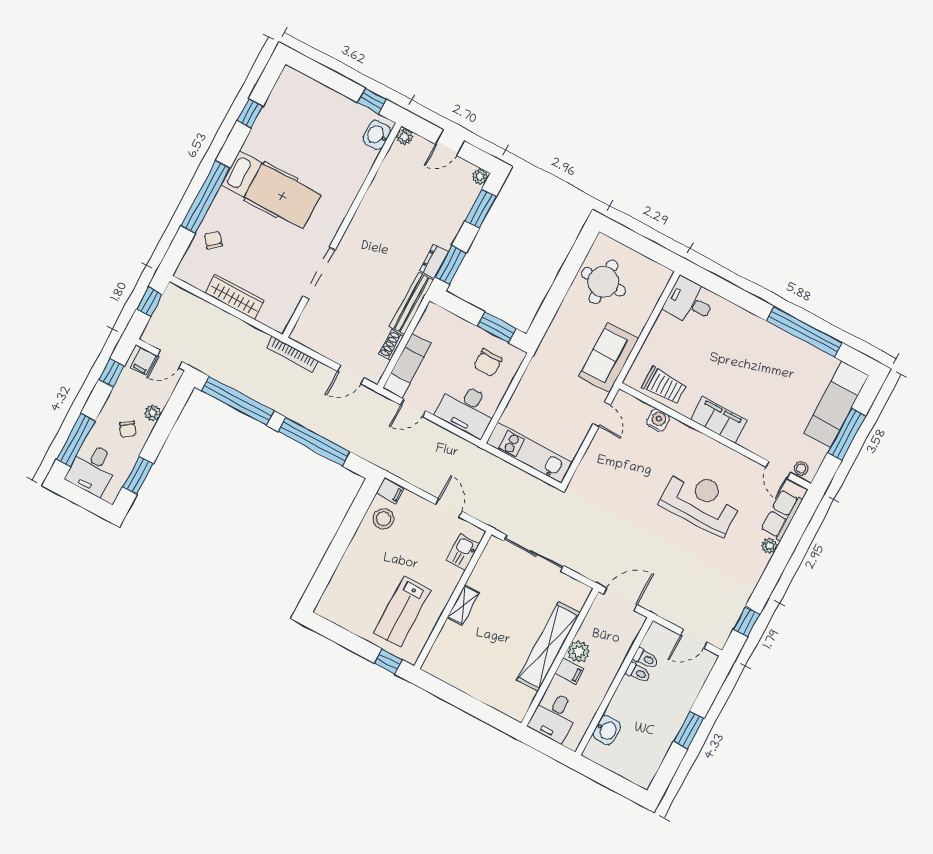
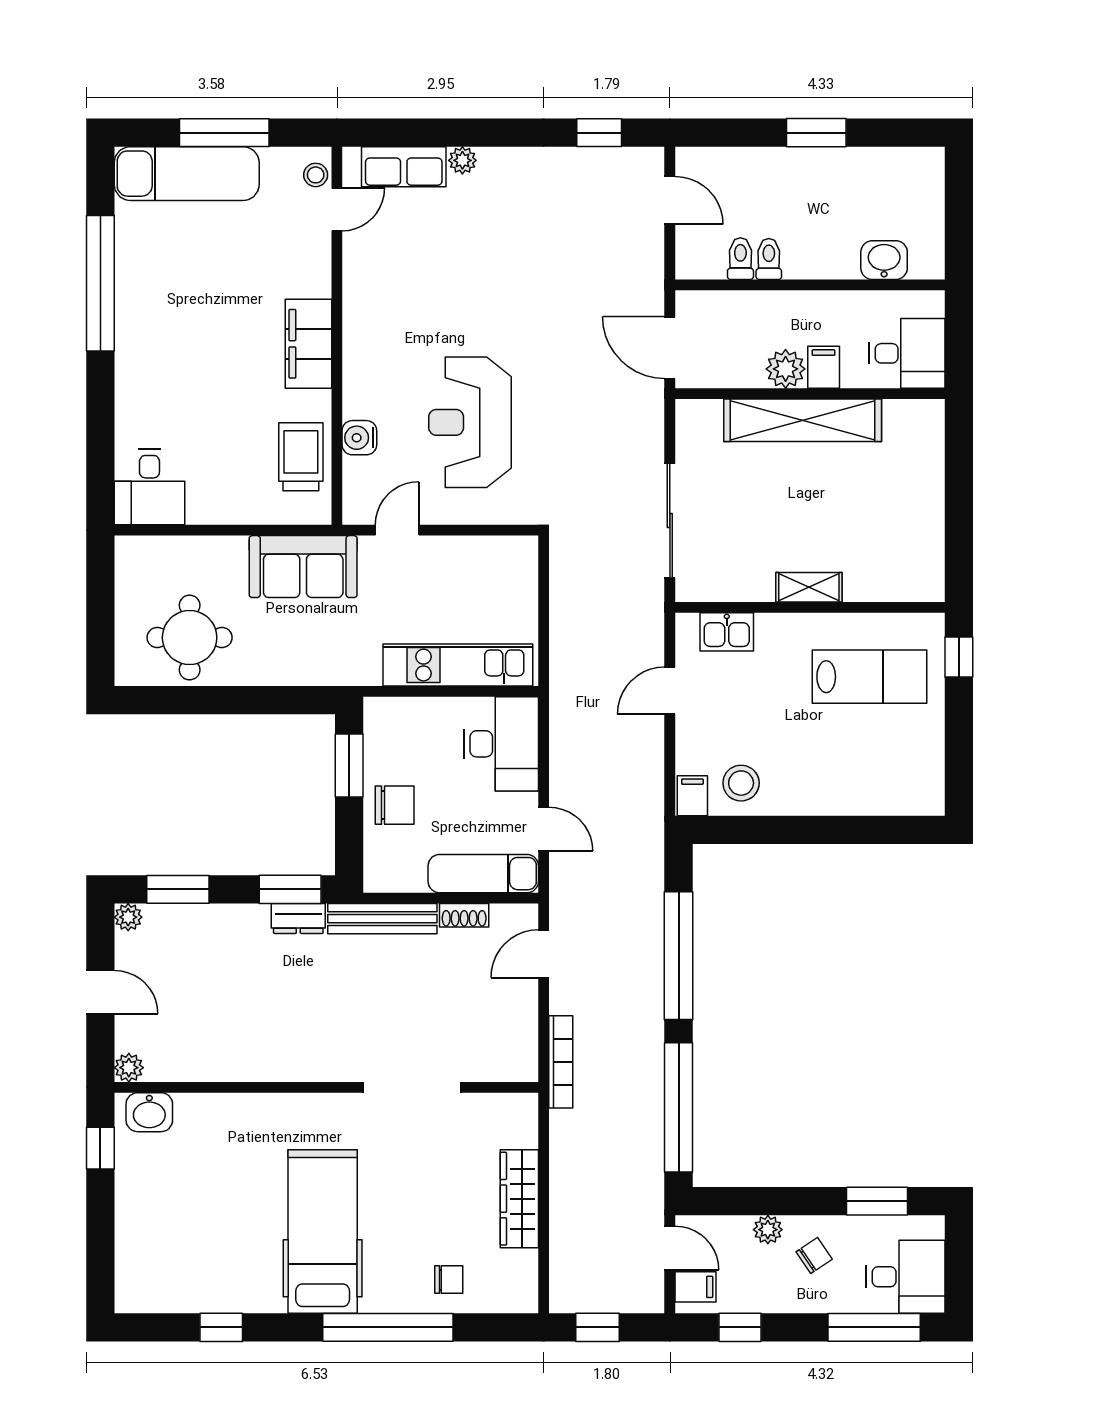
chair: (213, 240) -> (449, 1280), turned -141
chair: (488, 363) -> (395, 805), moved
door: (351, 374) -> (544, 954), swing flipped
kitchen unit: (529, 453) -> (458, 665), moved, turned 90
reception desk: (701, 501) -> (470, 422), moved

